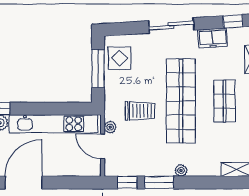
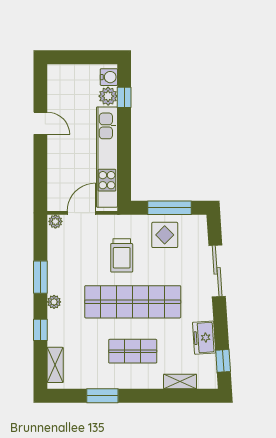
sliding door: (171, 25) -> (217, 271), moved
display table: (120, 58) -> (165, 235), moved
plant: (110, 127) -> (55, 221), moved
door: (24, 182) -> (40, 123), width x0.53
window: (127, 182) -> (40, 330), moved

